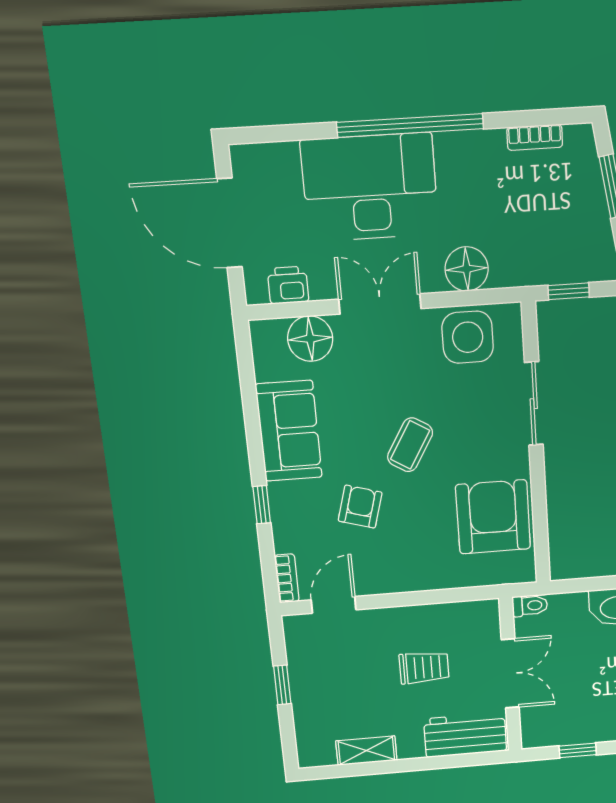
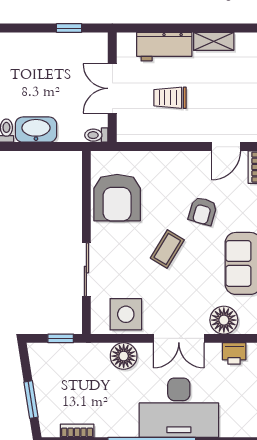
workbench: (465, 735) -> (164, 47), moved

